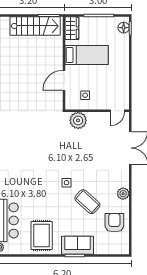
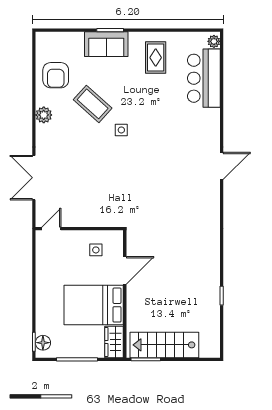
bed: (87, 55) -> (94, 305), width x1.50
plant: (78, 120) -> (105, 215), removed
rug: (42, 236) -> (156, 58), width x0.73, depth x0.70

